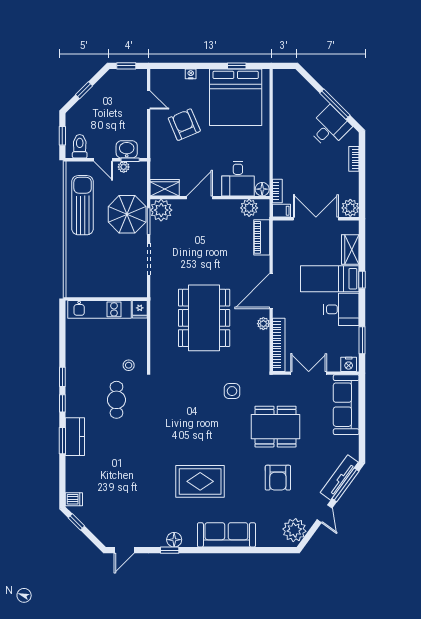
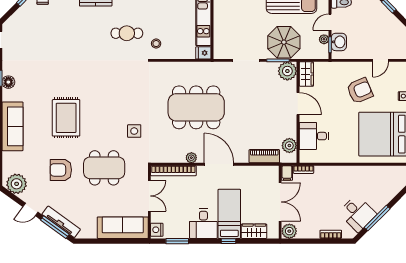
floor lamp: (262, 189) -> (305, 157), removed
dining table: (276, 427) -> (104, 168), turned 90
rug: (200, 481) -> (66, 118), moved

